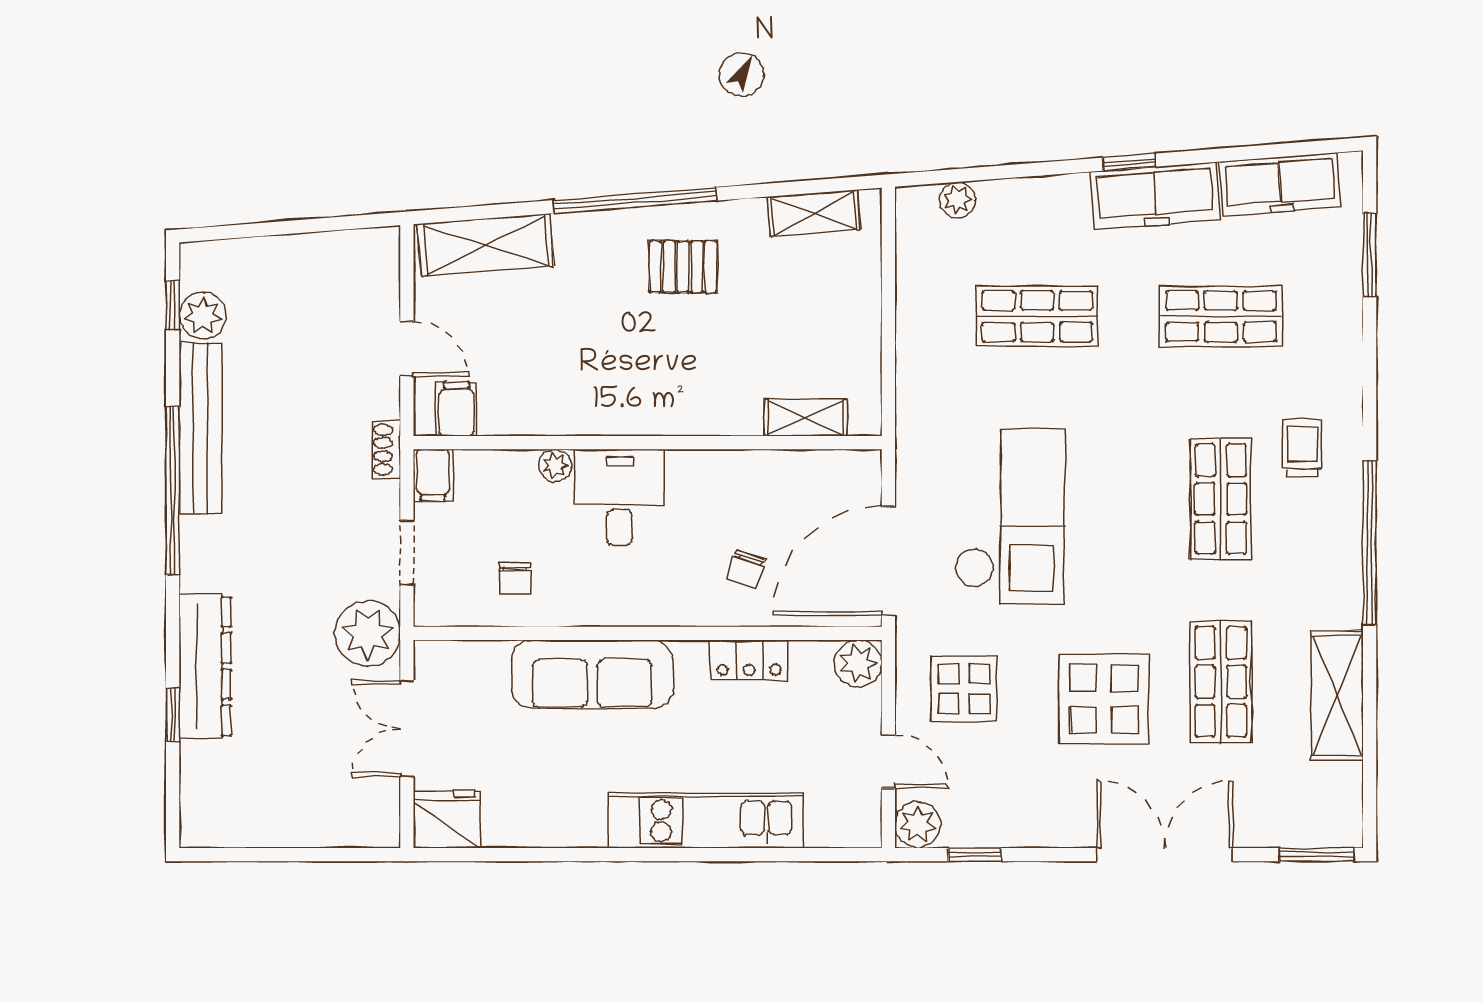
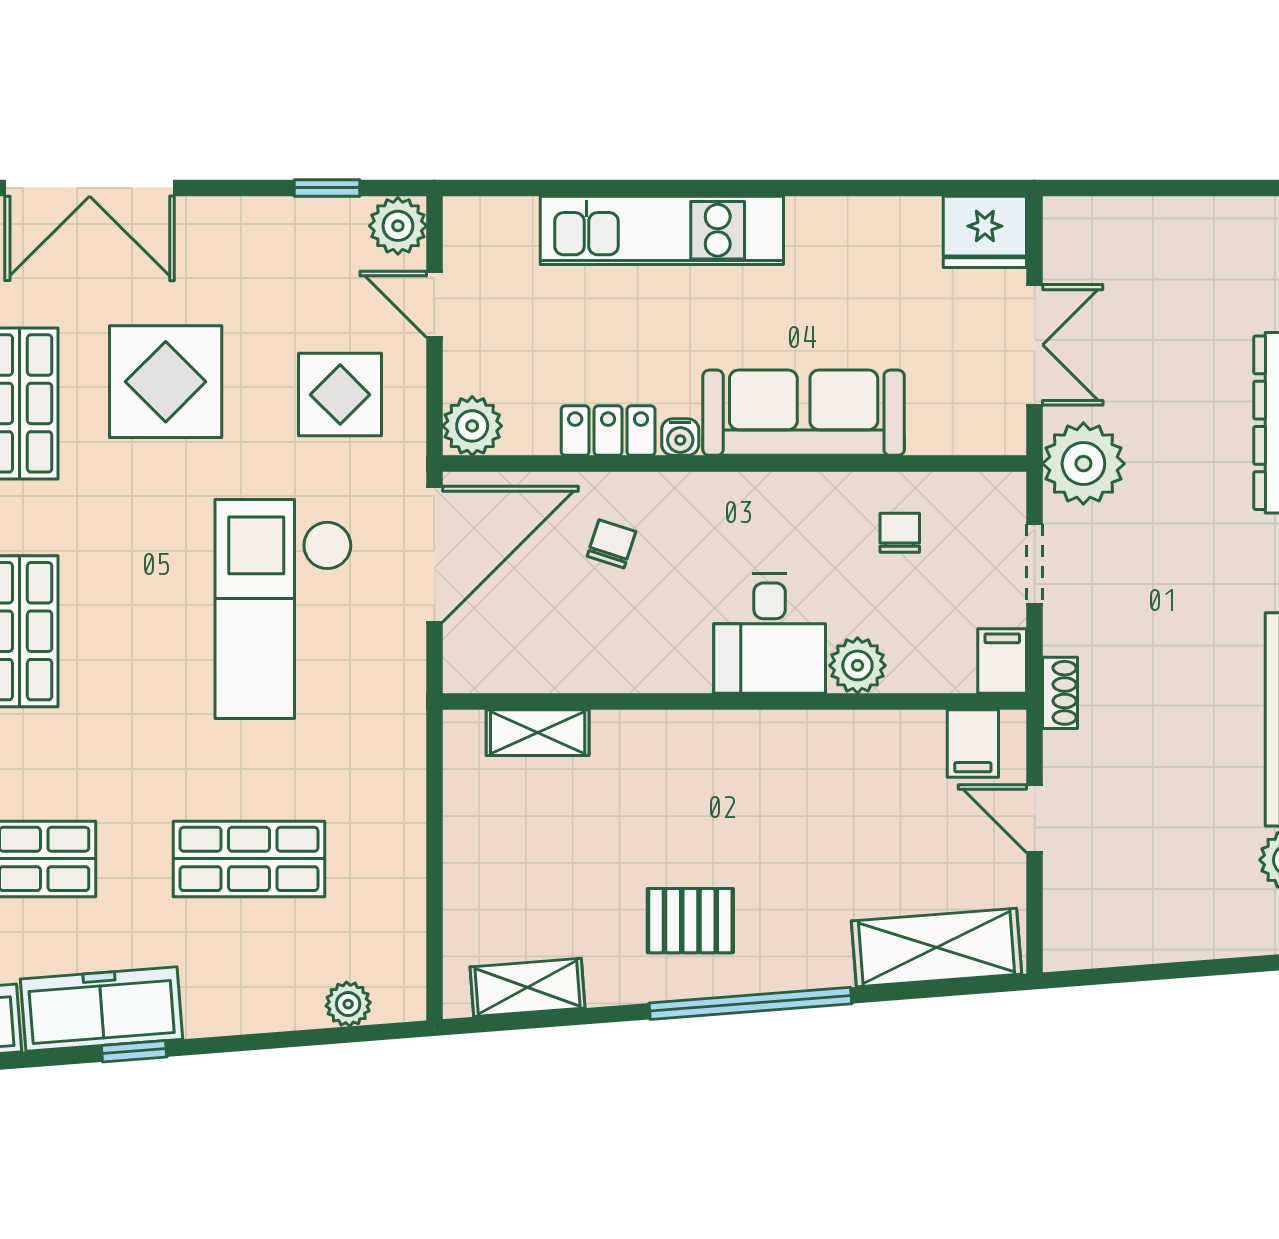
plant: (555, 465) -> (857, 665), width x1.38, depth x1.38
water cooler: (691, 655) -> (680, 437), added

